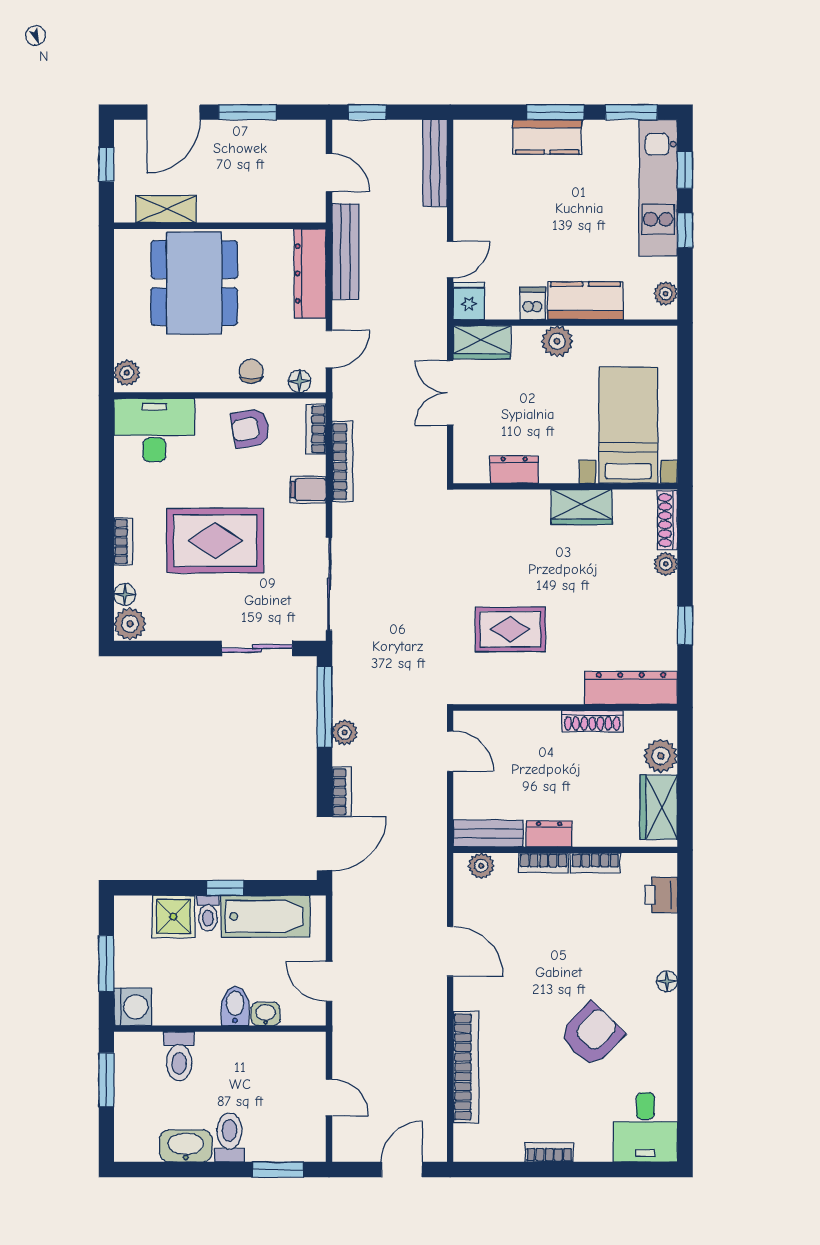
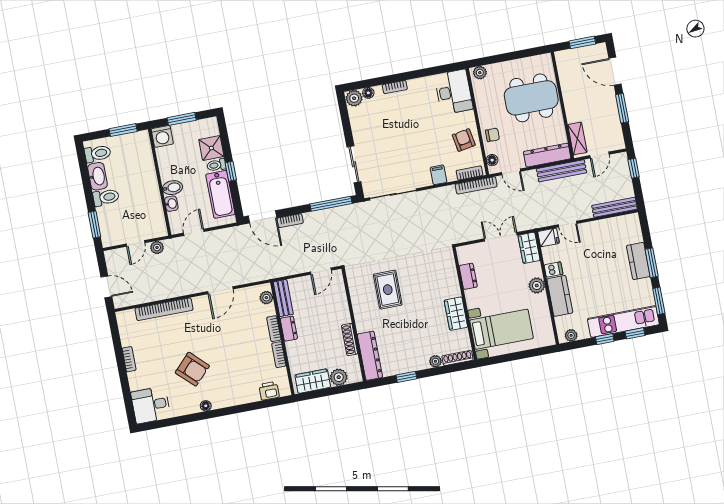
window: (106, 164) -> (582, 42), width x1.50
shelving: (166, 209) -> (577, 138), moved
bookcase: (342, 461) -> (476, 185), moved
rug: (215, 541) -> (404, 133), removed
plant: (345, 732) -> (157, 247), moved
floor lamp: (667, 981) -> (206, 406), moved
toilet: (179, 1056) -> (98, 154), moved, turned 180

